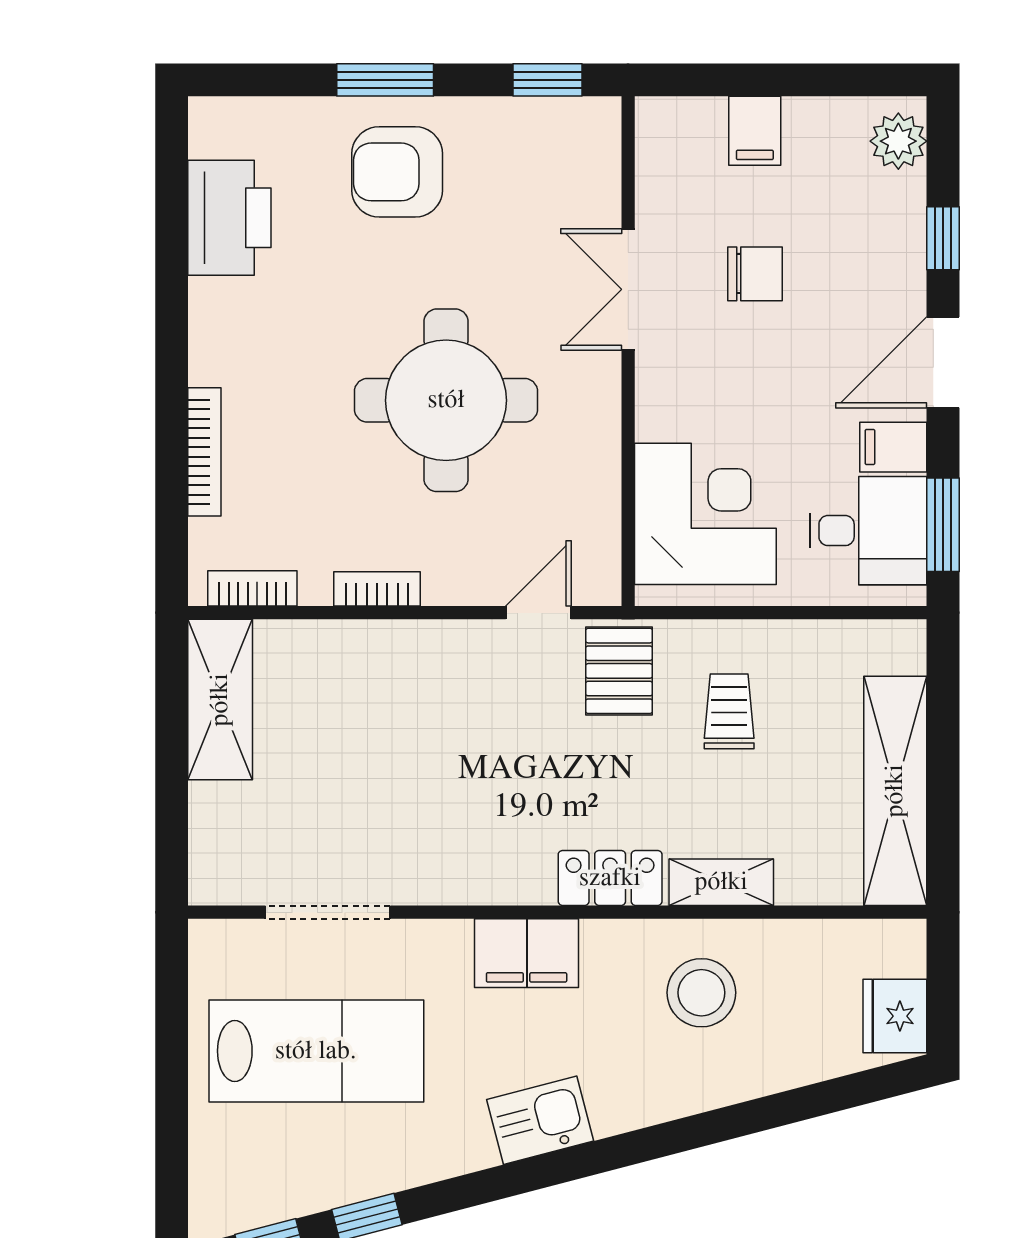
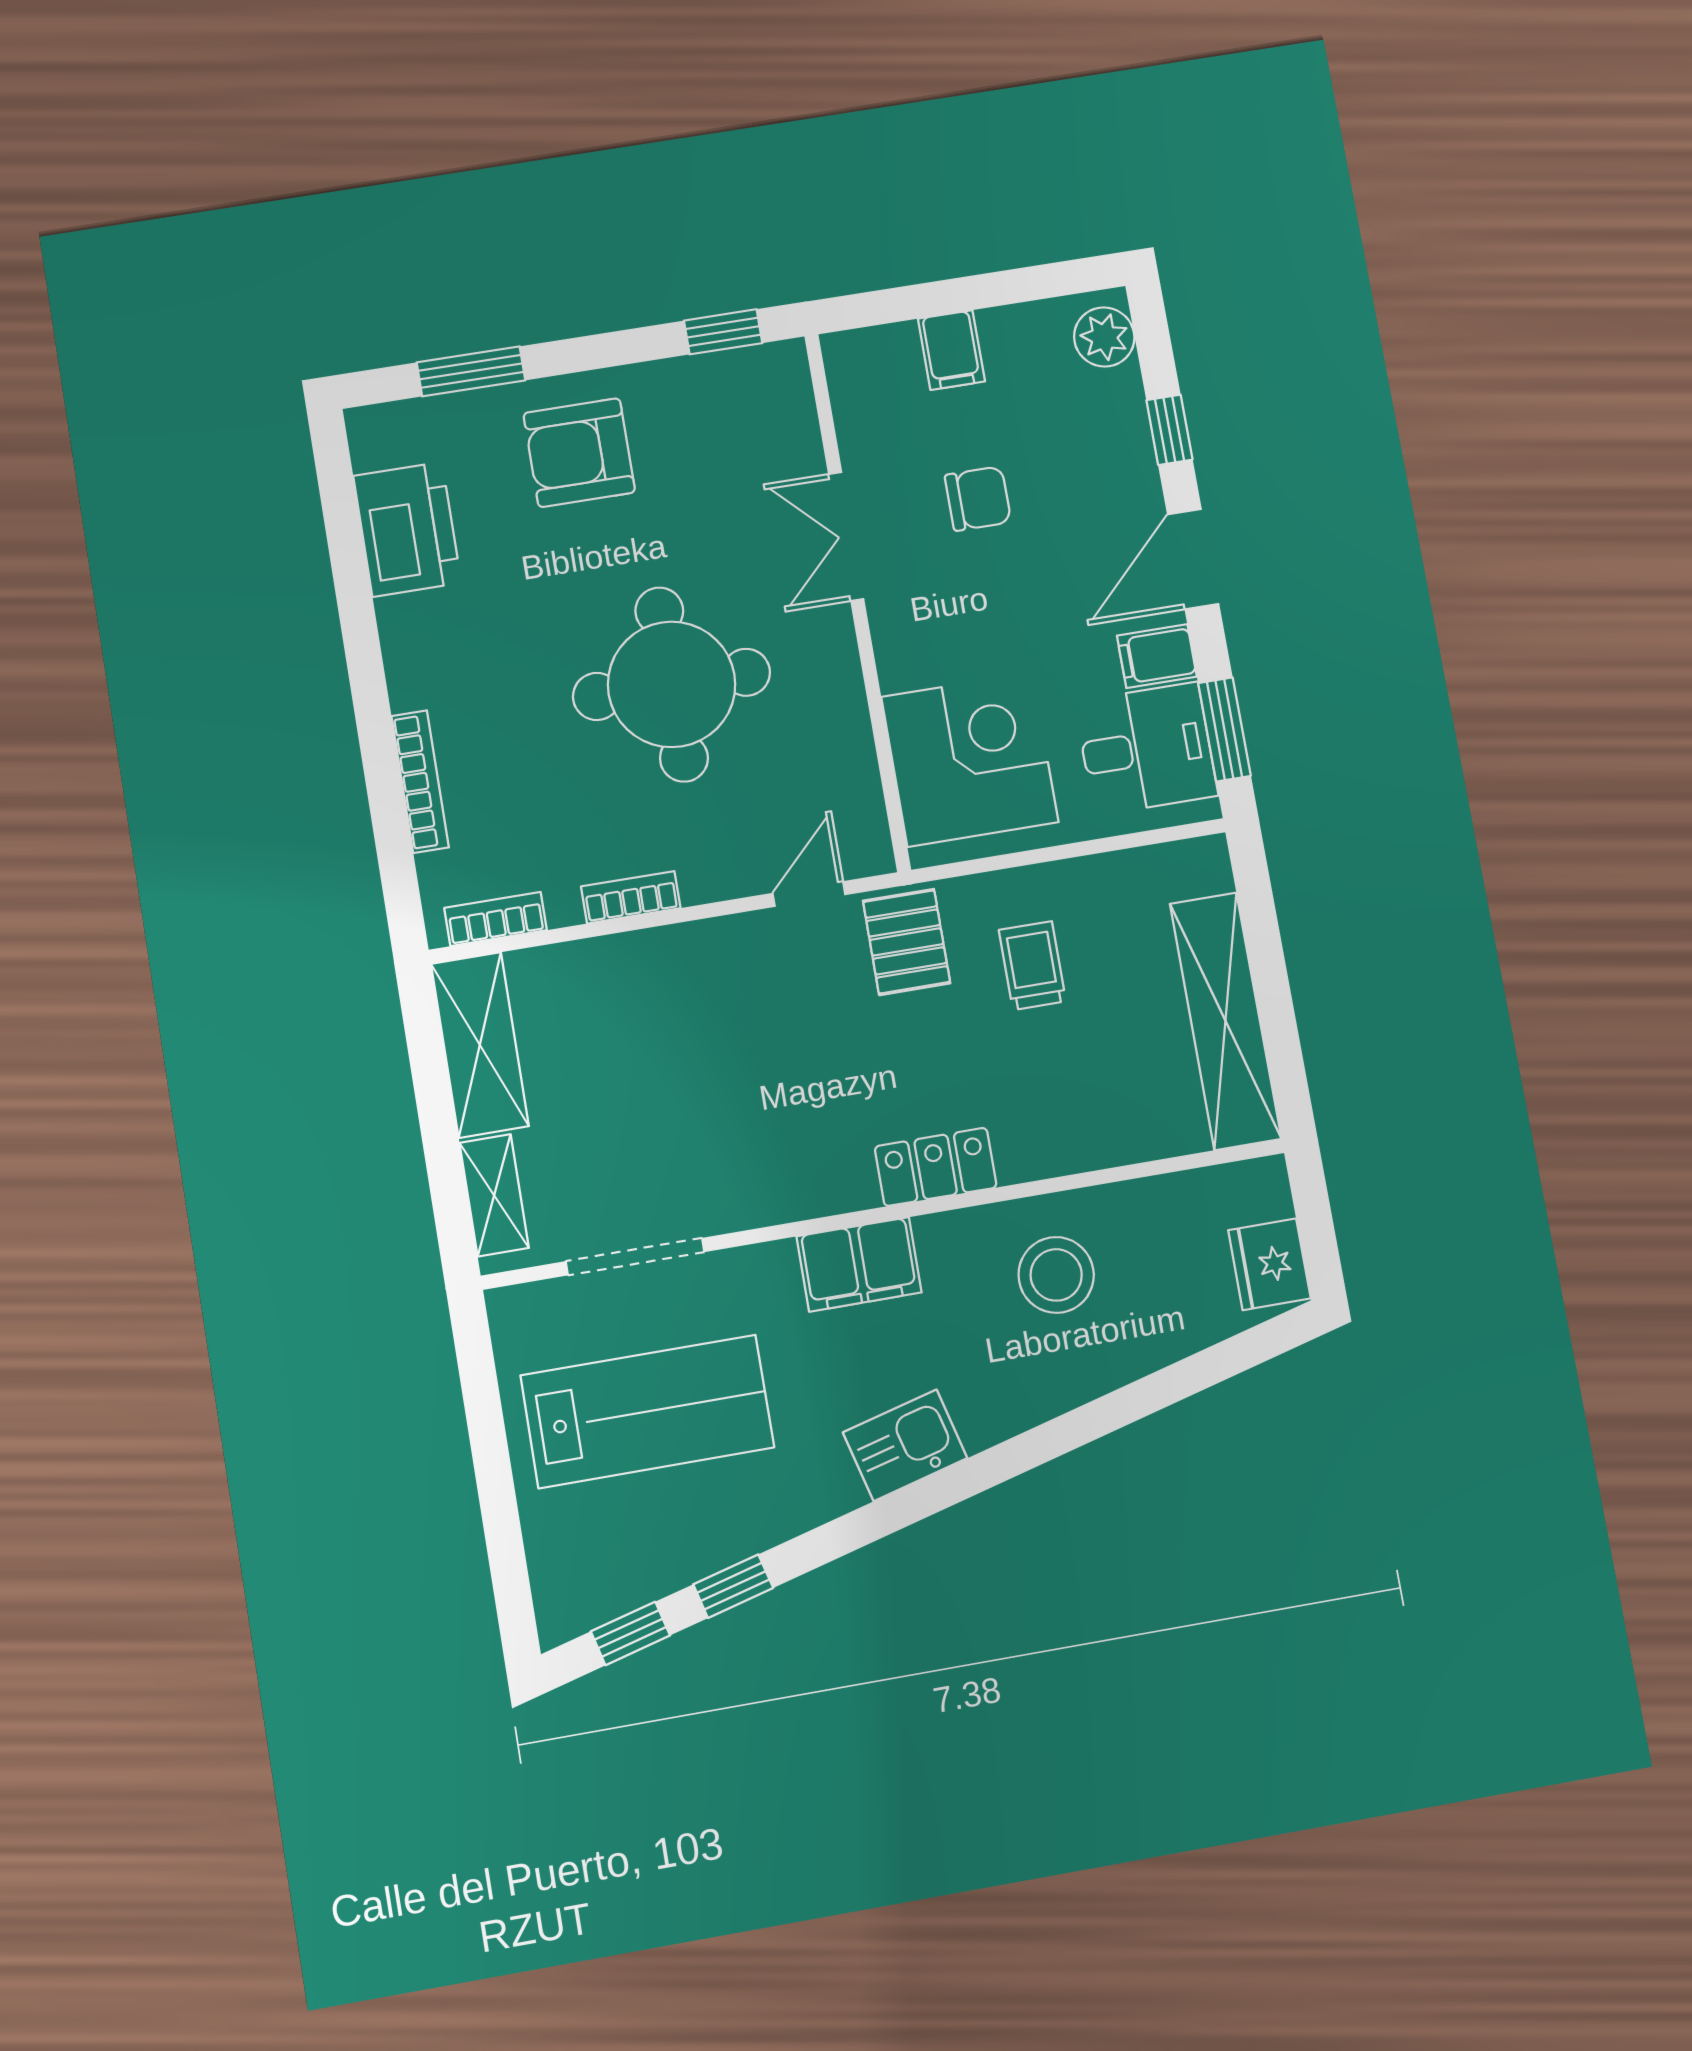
window: (385, 80) -> (471, 371), moved
shelving: (721, 882) -> (494, 1195), moved, turned 90

